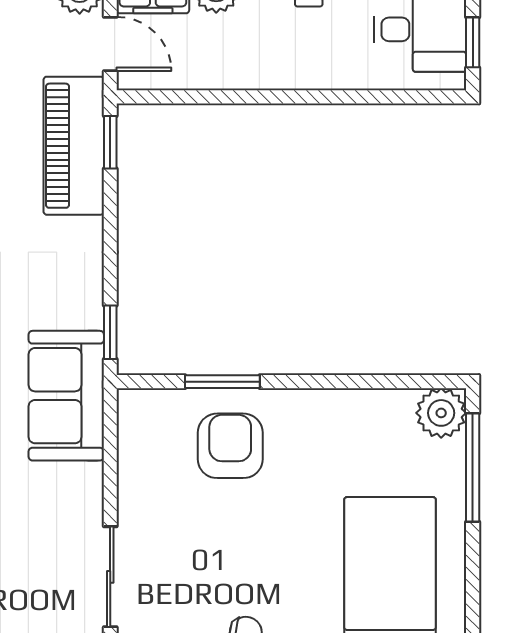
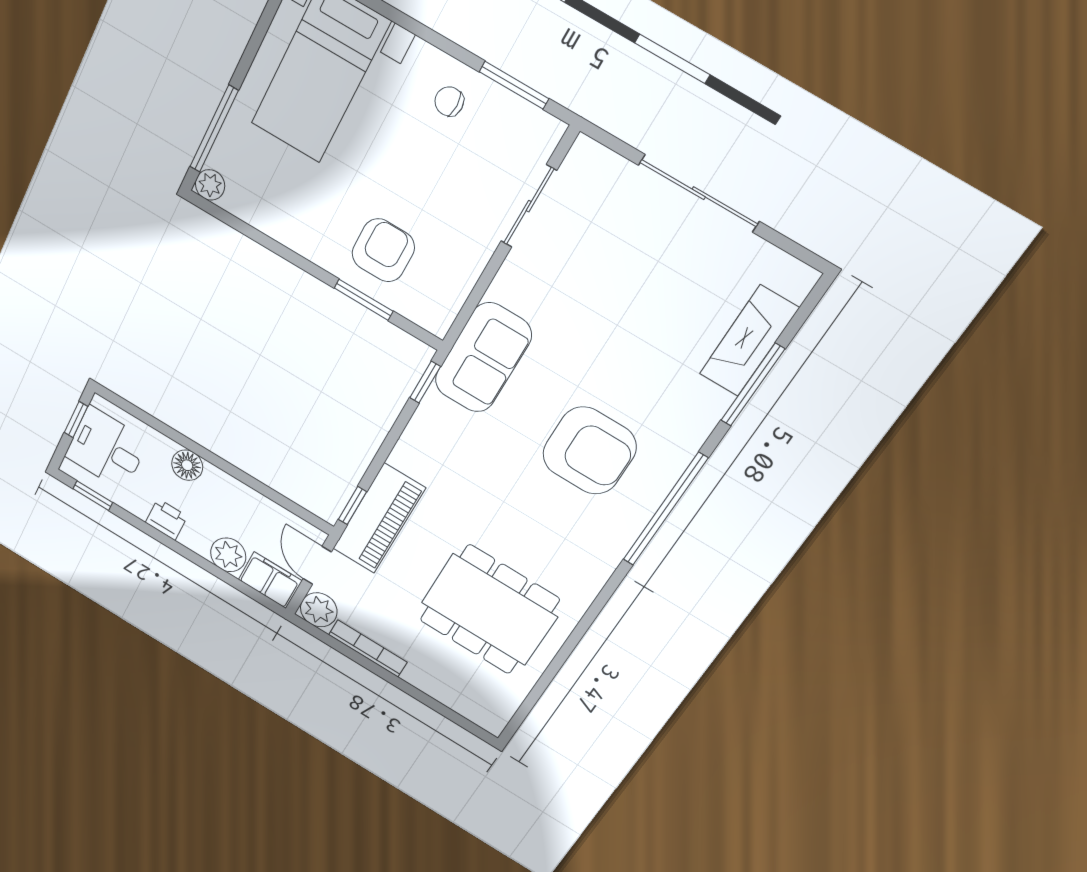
floor lamp: (317, 70) -> (187, 465), added
plant: (441, 413) -> (210, 185), width x0.73, depth x0.73
armchair: (230, 446) -> (383, 250), turned 180

